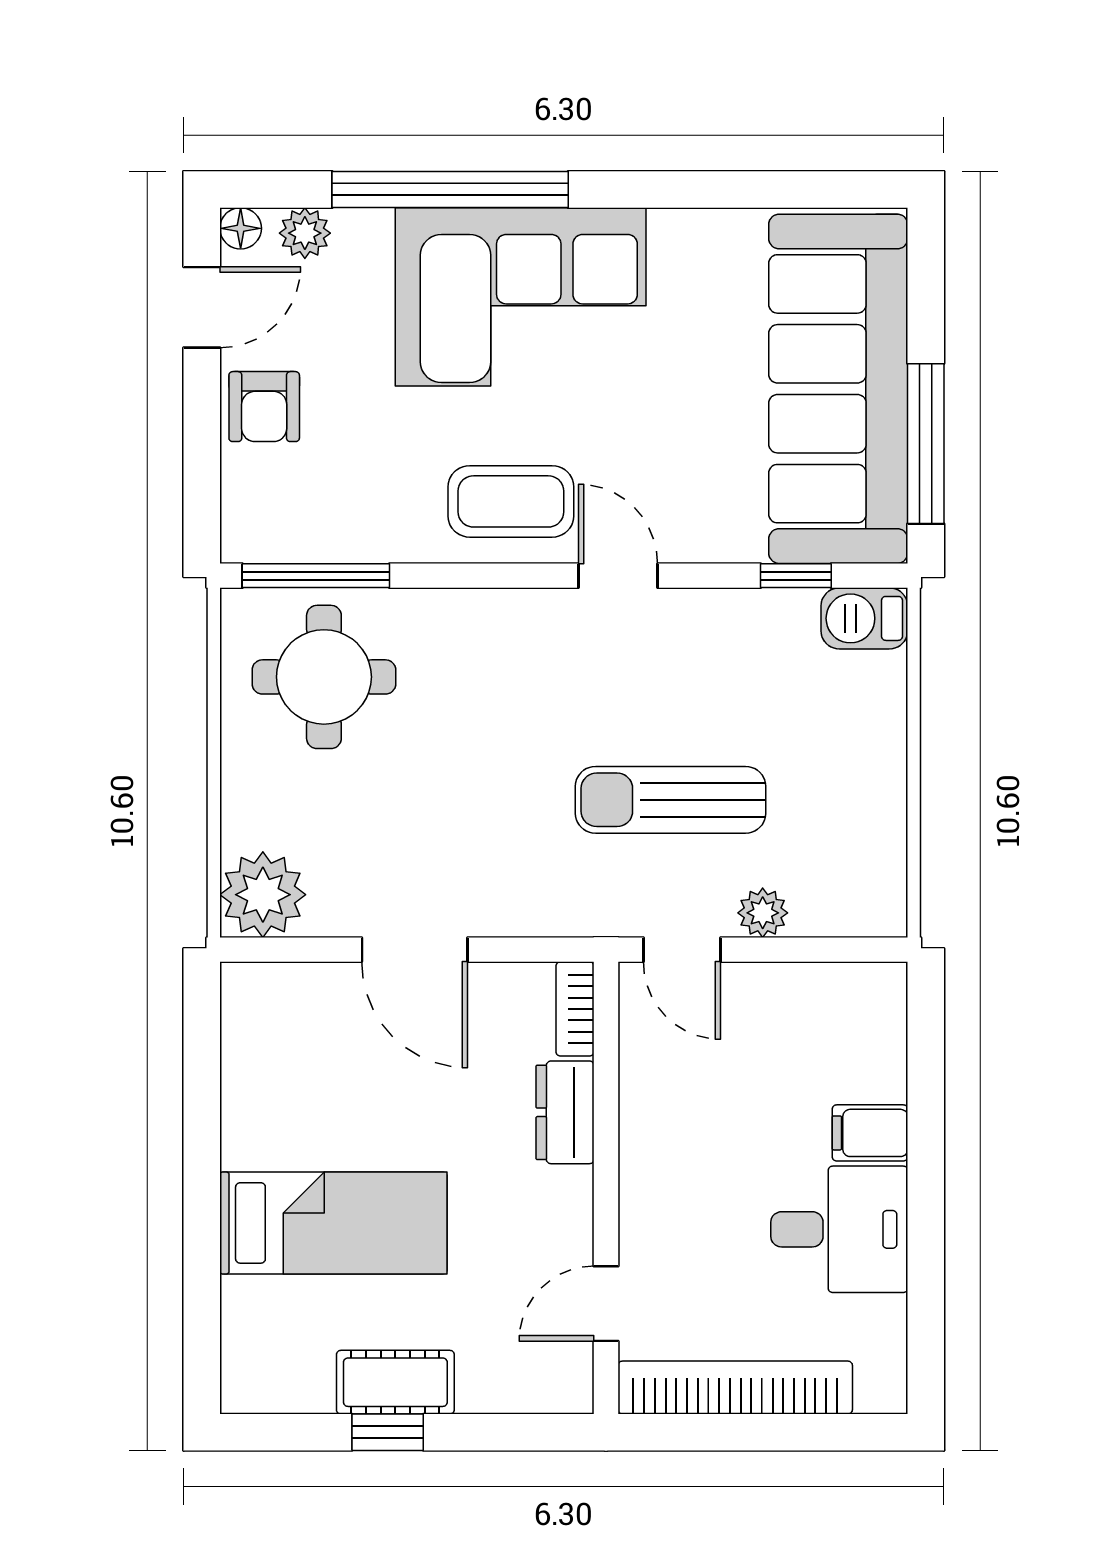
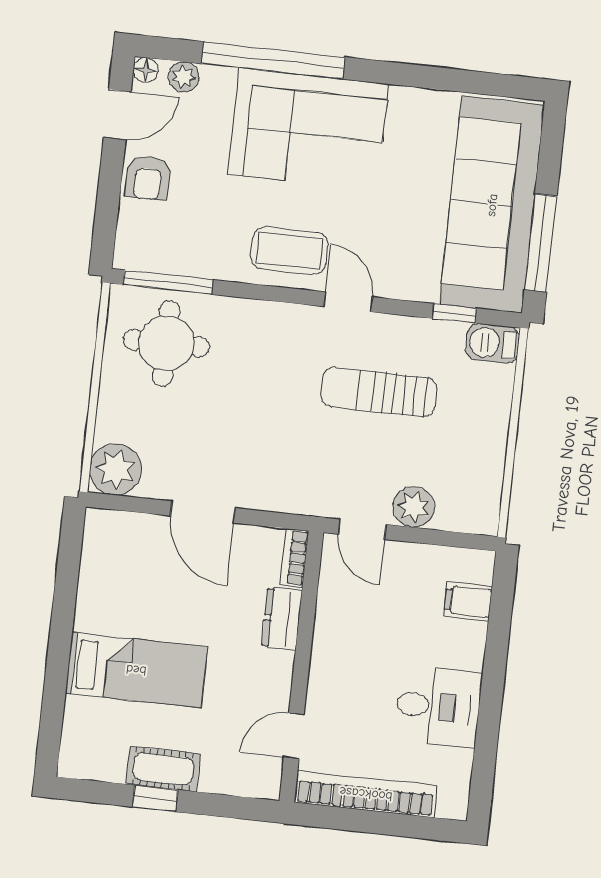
sun lounger: (671, 800) -> (379, 392), moved
plant: (763, 913) -> (414, 507), width x1.38, depth x1.38
filing cabinet: (870, 1133) -> (468, 601), moved

